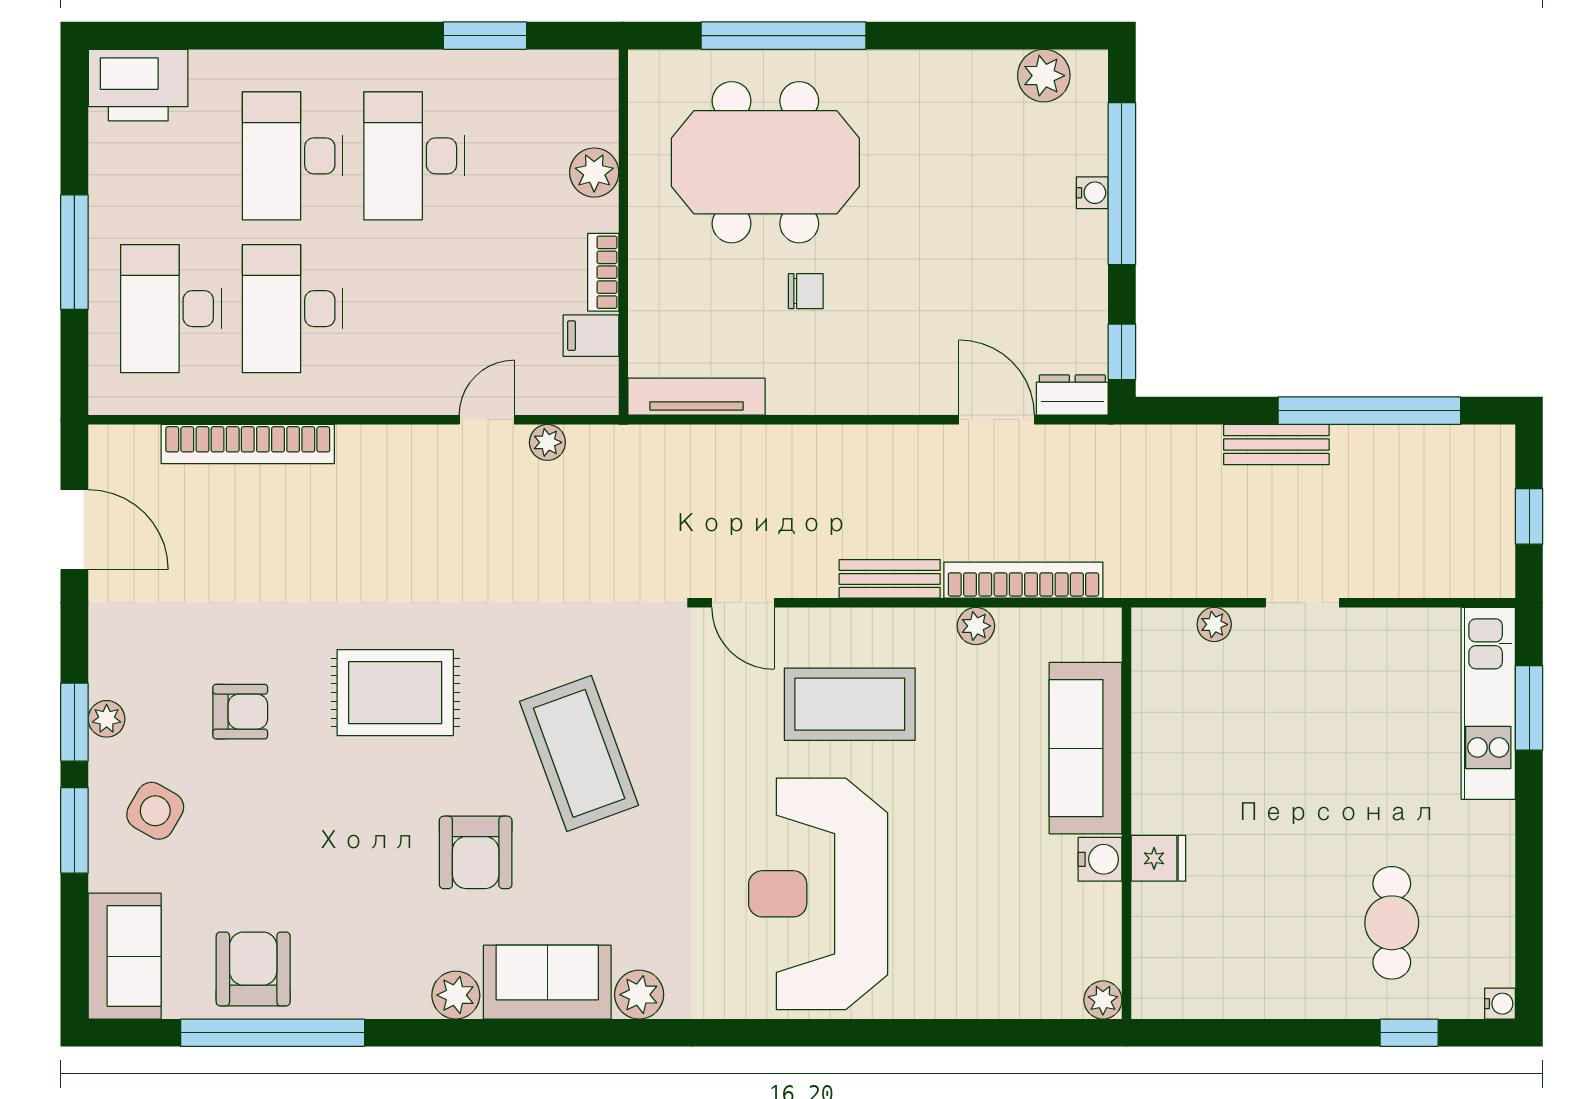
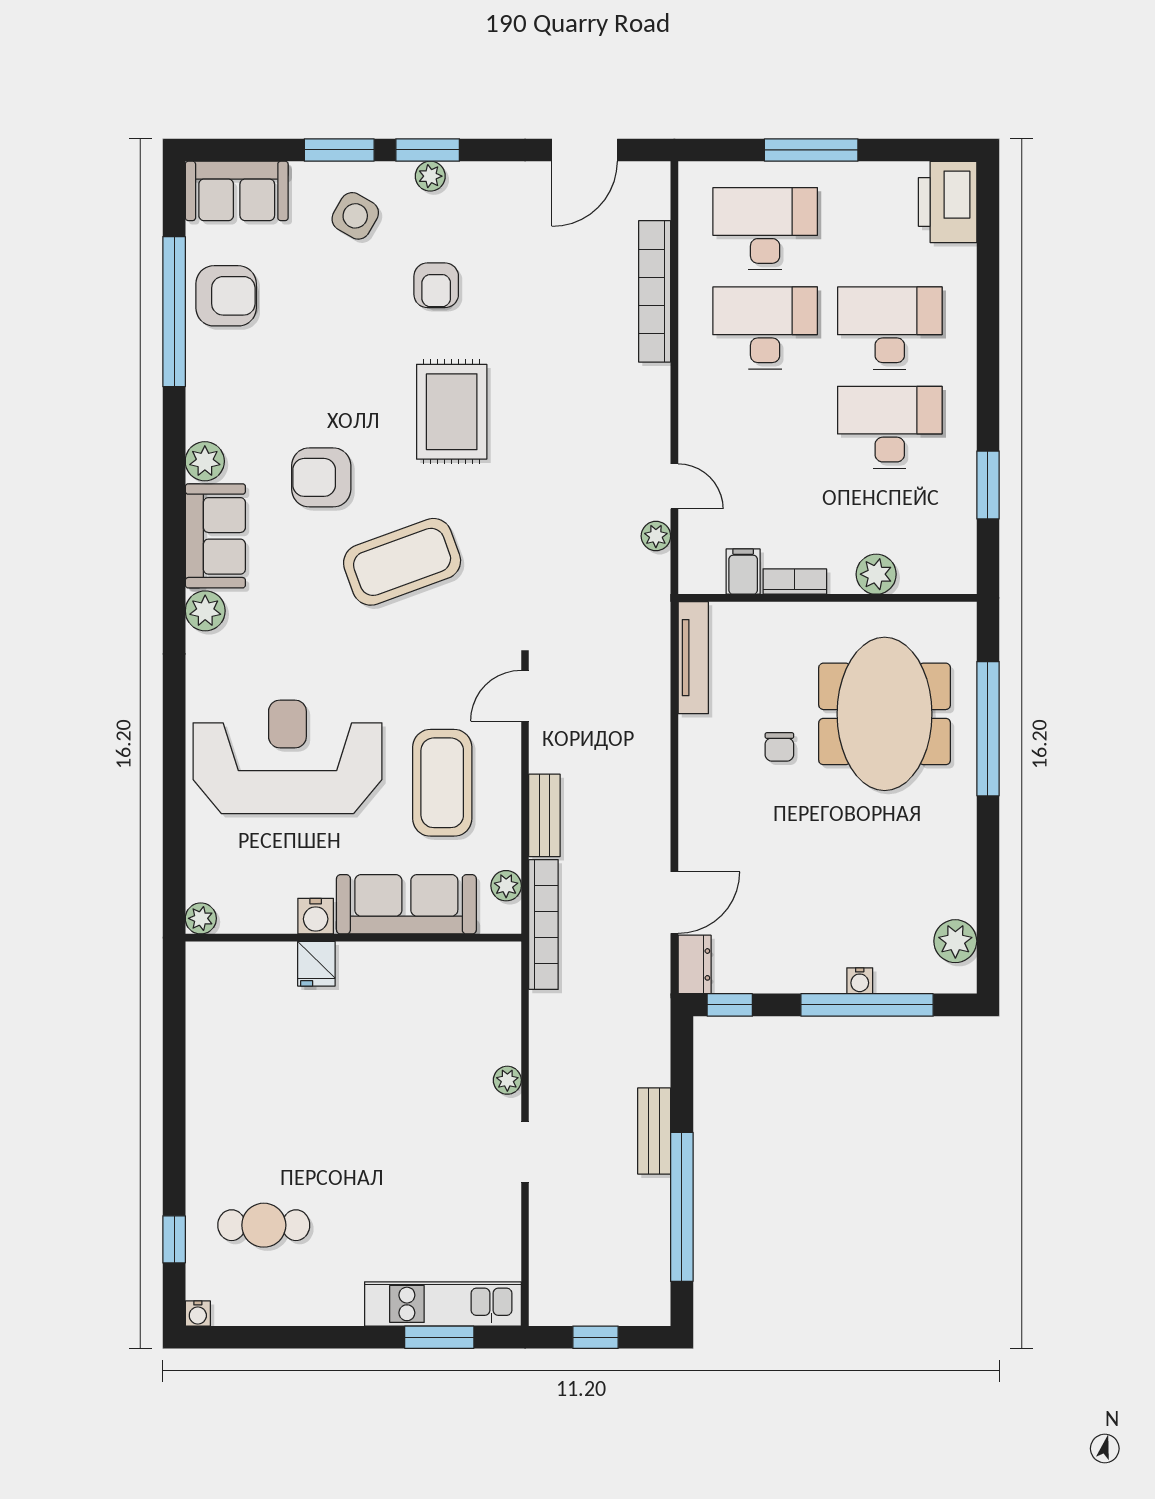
sofa: (1086, 748) -> (406, 904), moved
wall: (1126, 813) -> (353, 938), moved
fridge: (1158, 858) -> (316, 964), moved
water cooler: (1100, 859) -> (316, 916), moved
plant: (1103, 1000) -> (201, 918), moved

